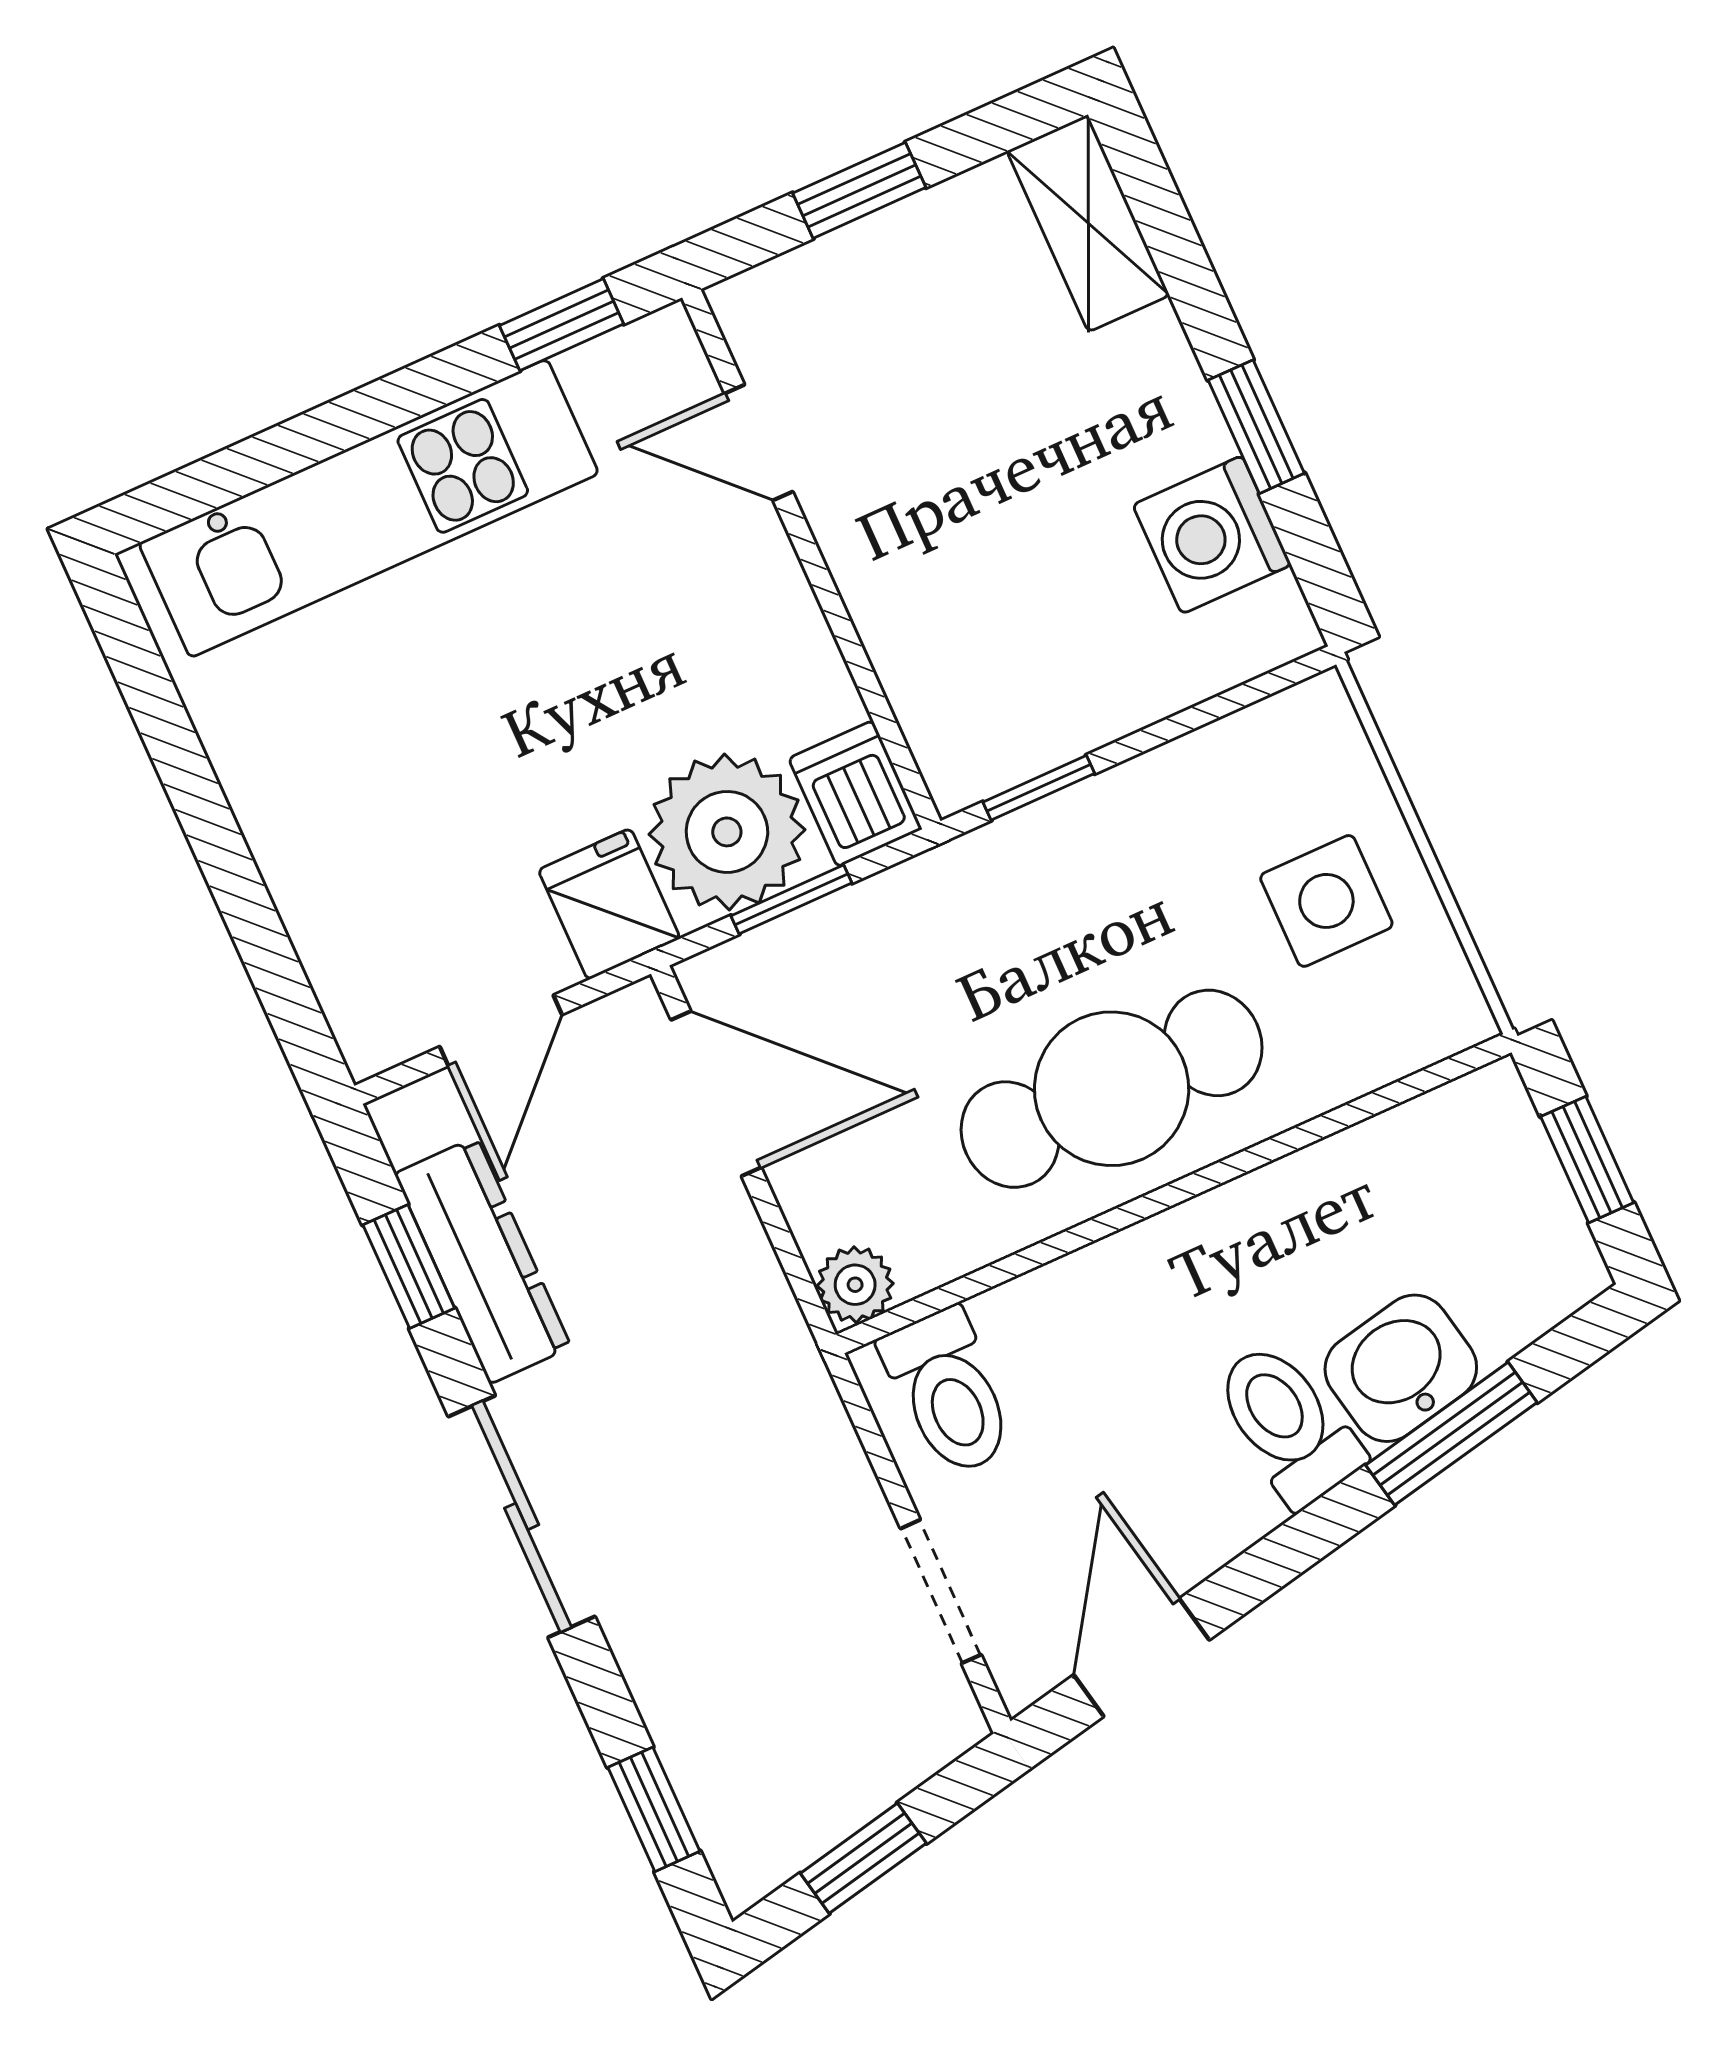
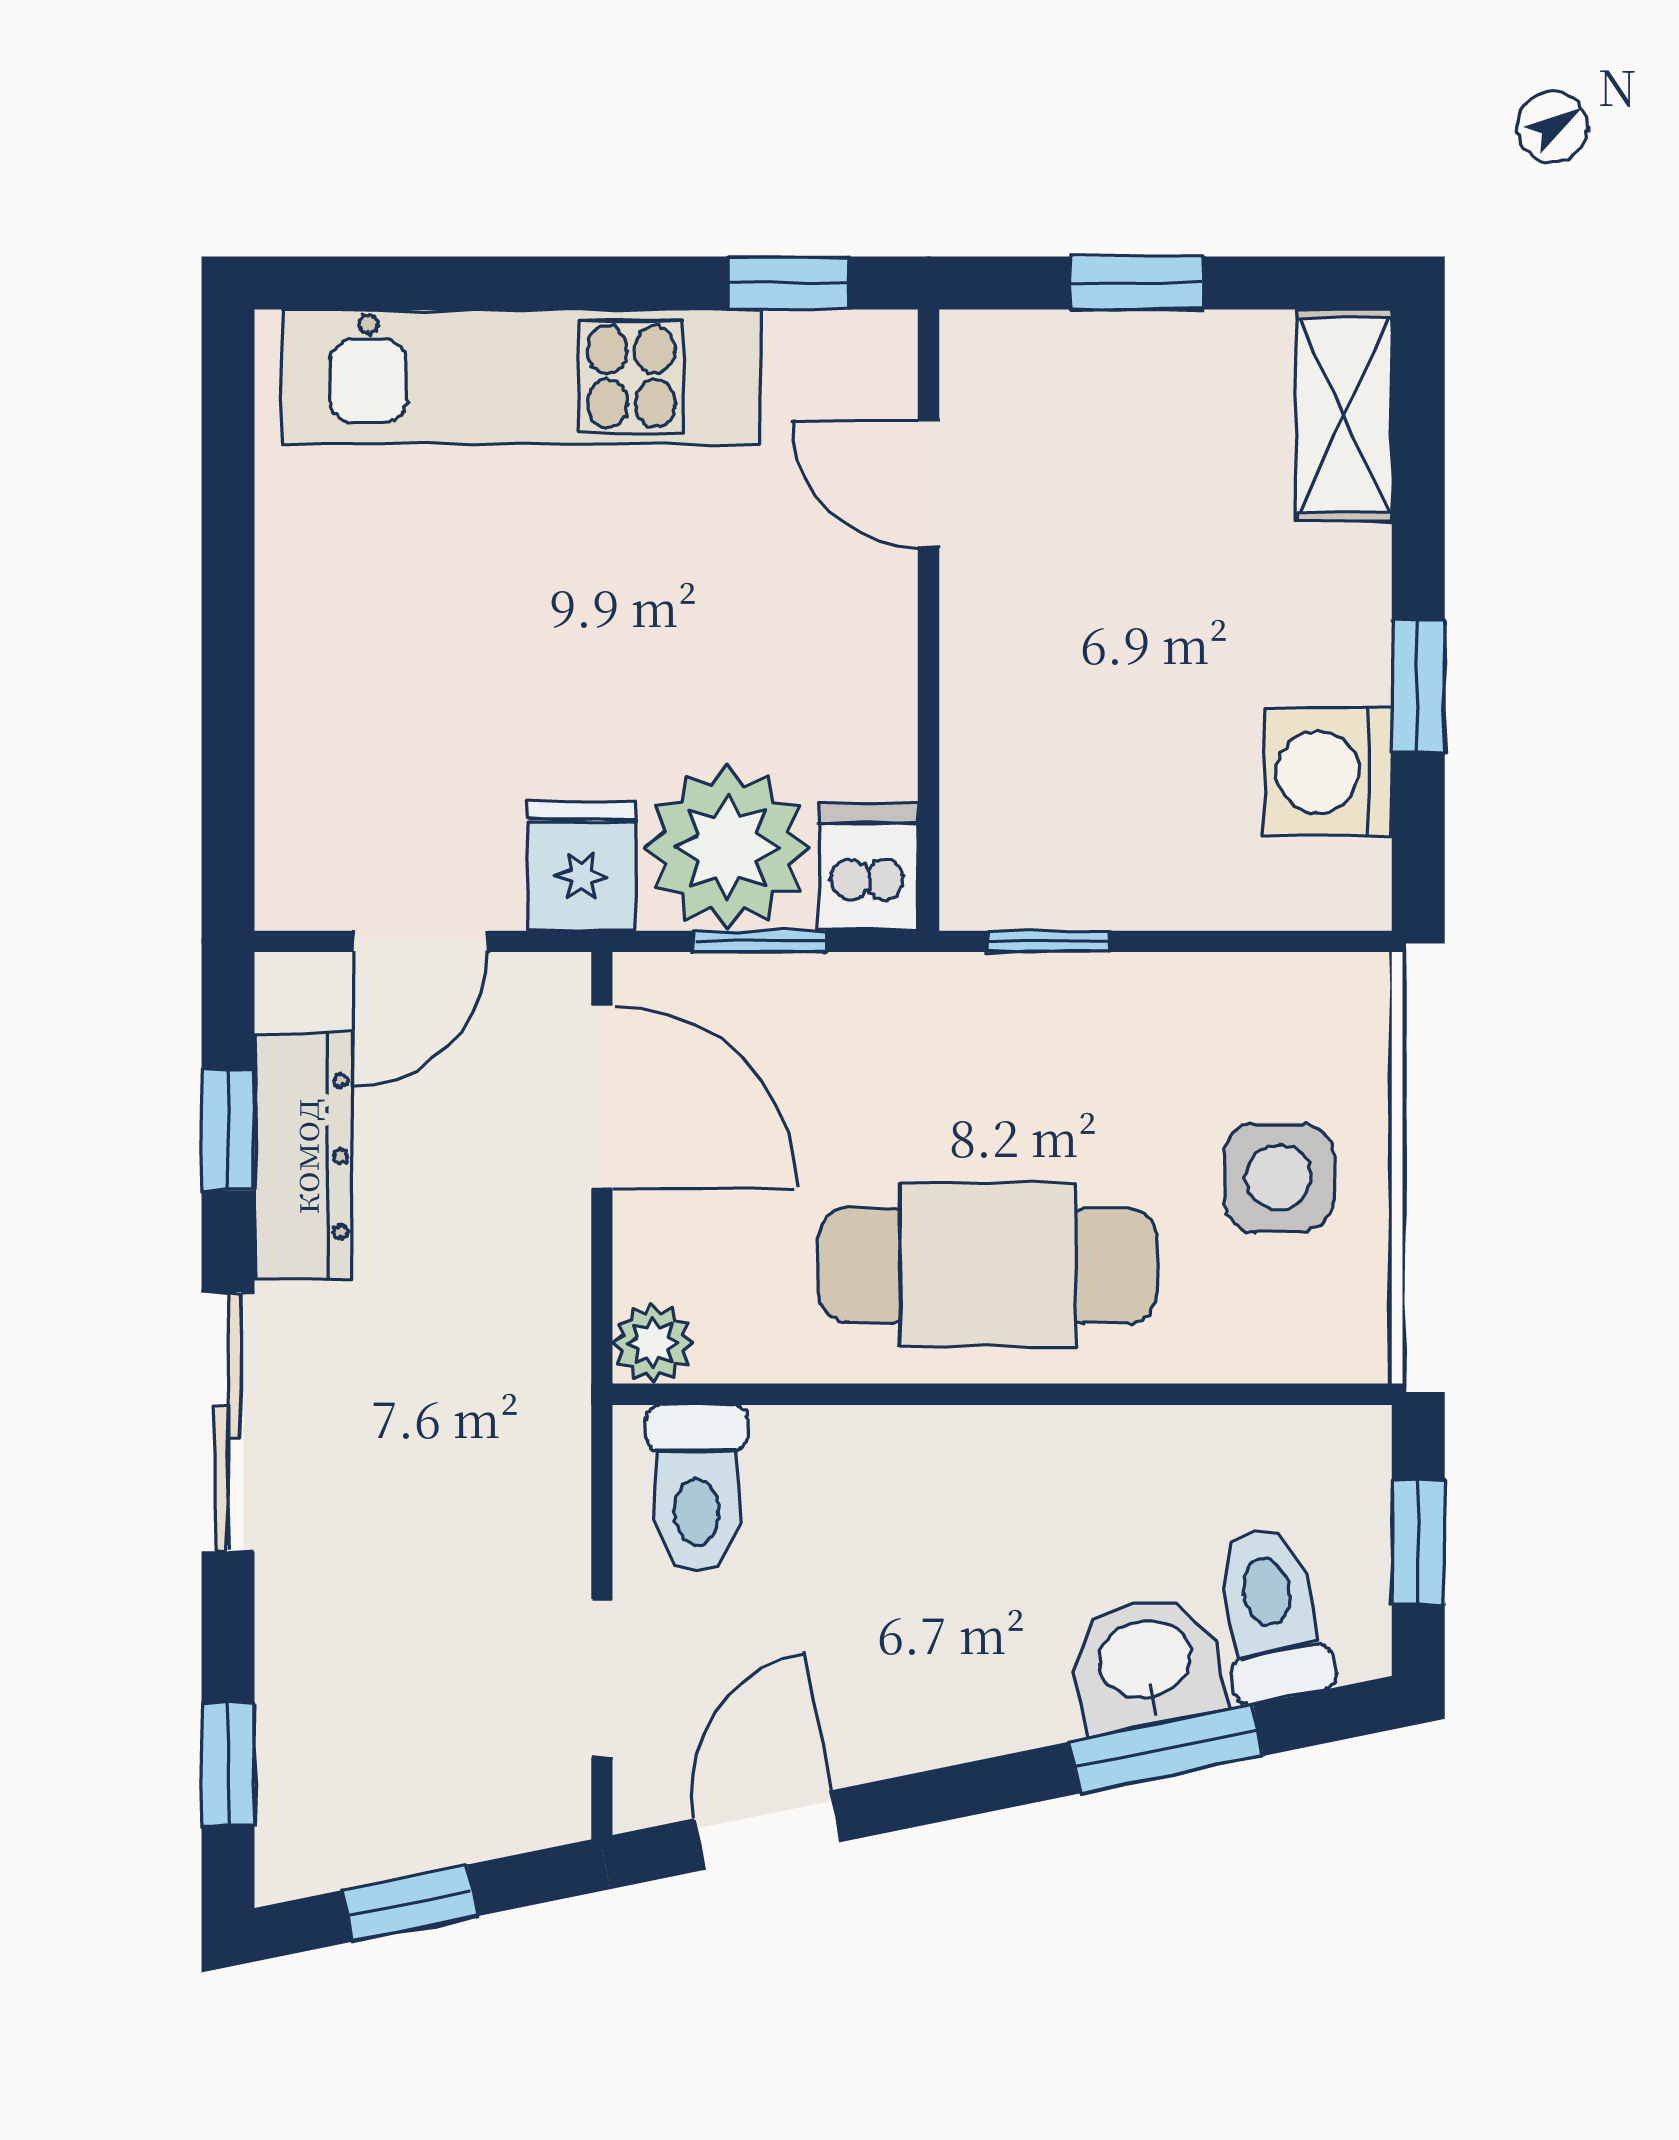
toilet: (1287, 1424) -> (1271, 1615), moved

